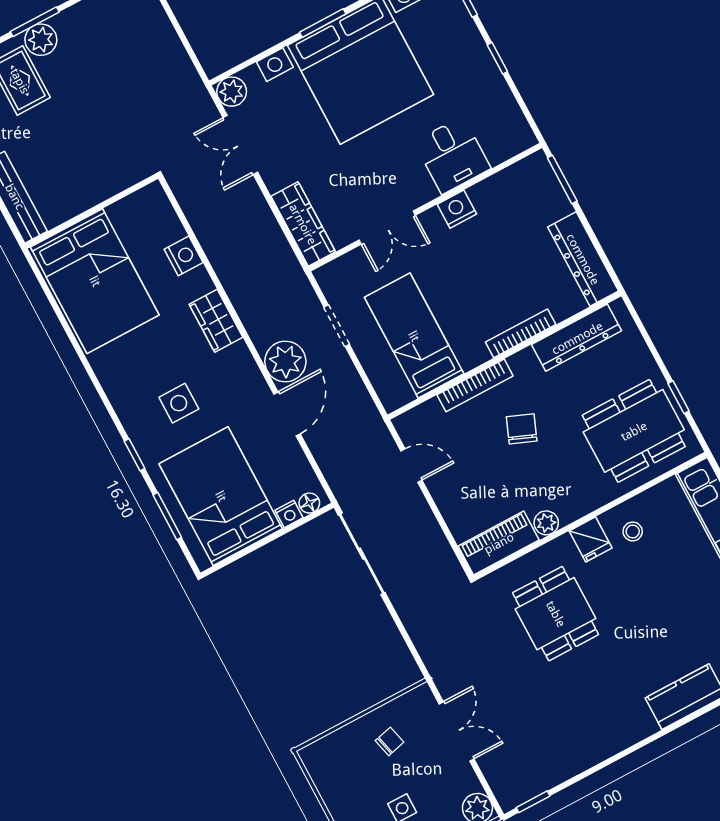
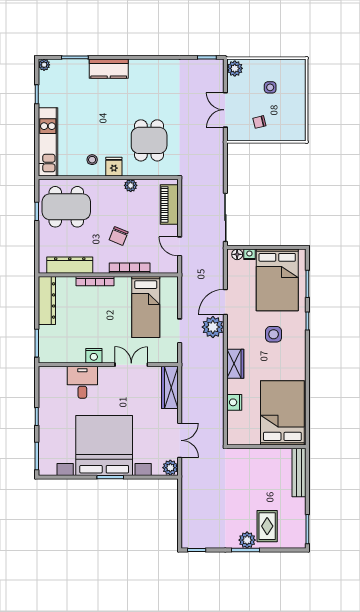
piano: (499, 543) -> (169, 204), moved, turned 90

